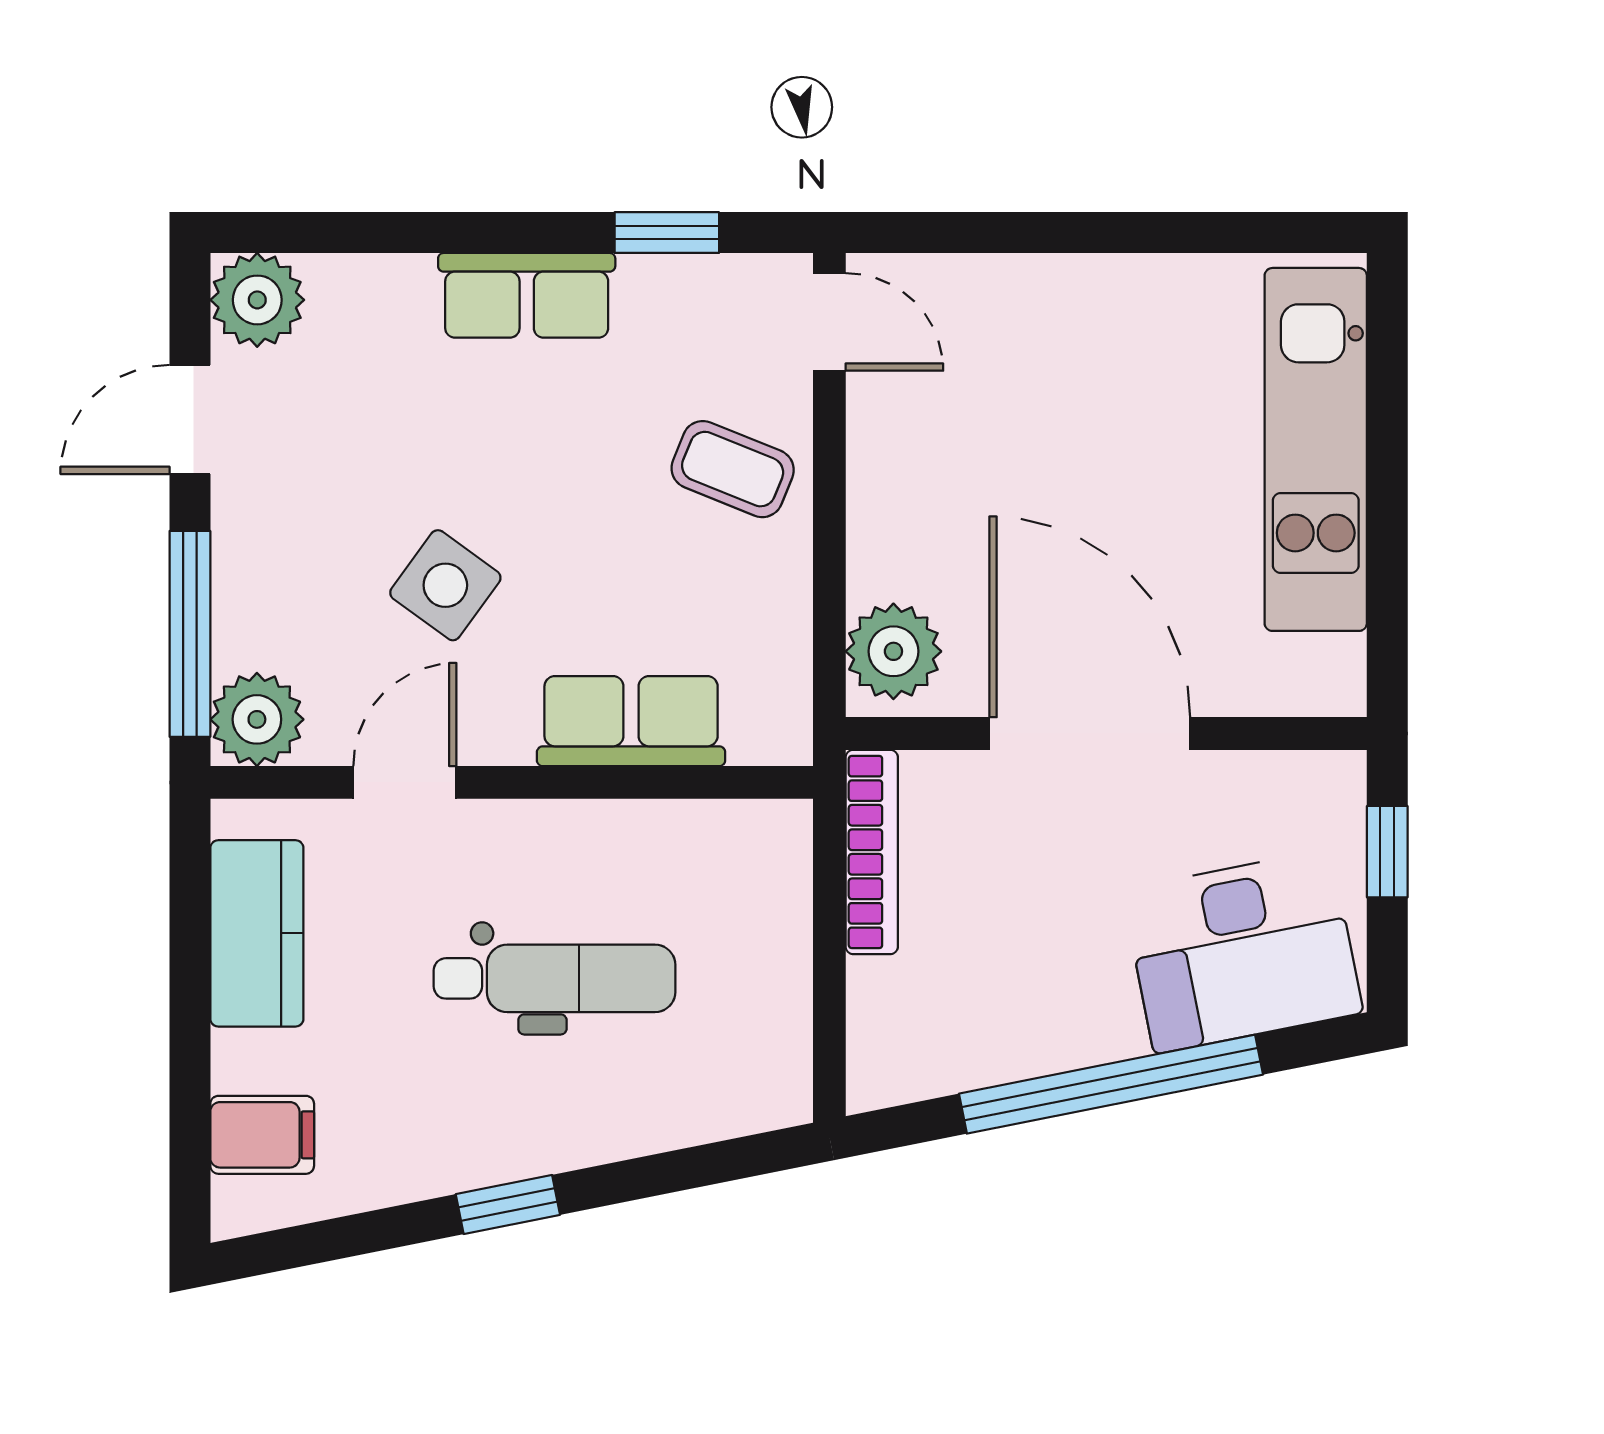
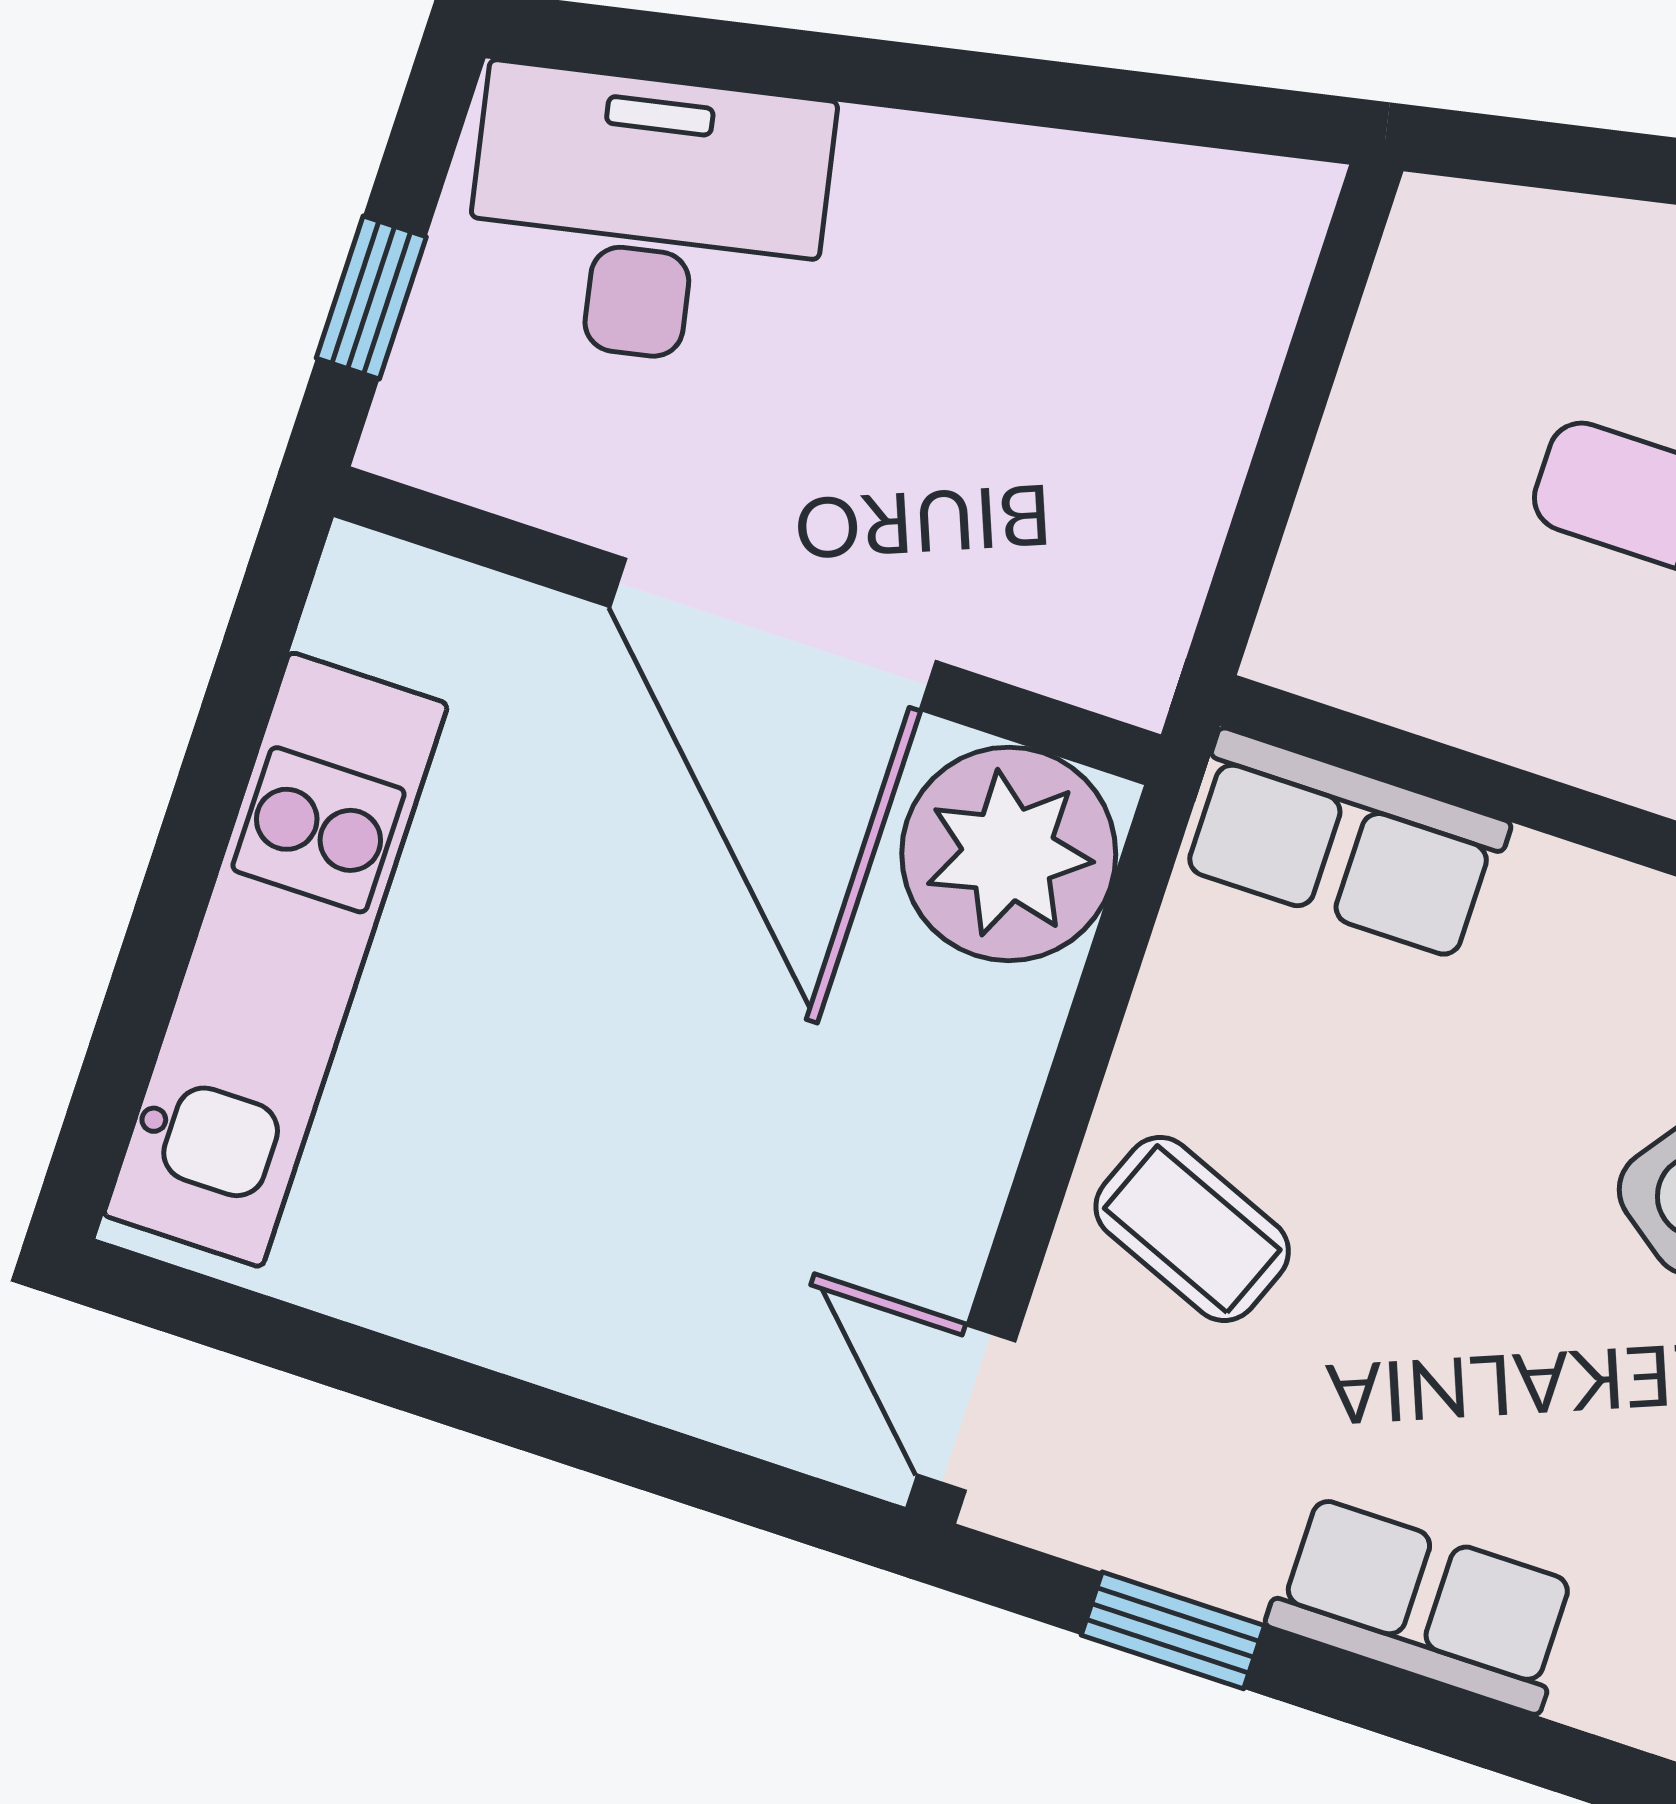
plant: (893, 651) -> (1009, 854), width x1.36, depth x1.36
row of seats: (631, 721) -> (1343, 844), moved
bookcase: (872, 852) -> (1173, 562), removed
window: (1111, 1084) -> (920, 78), removed

